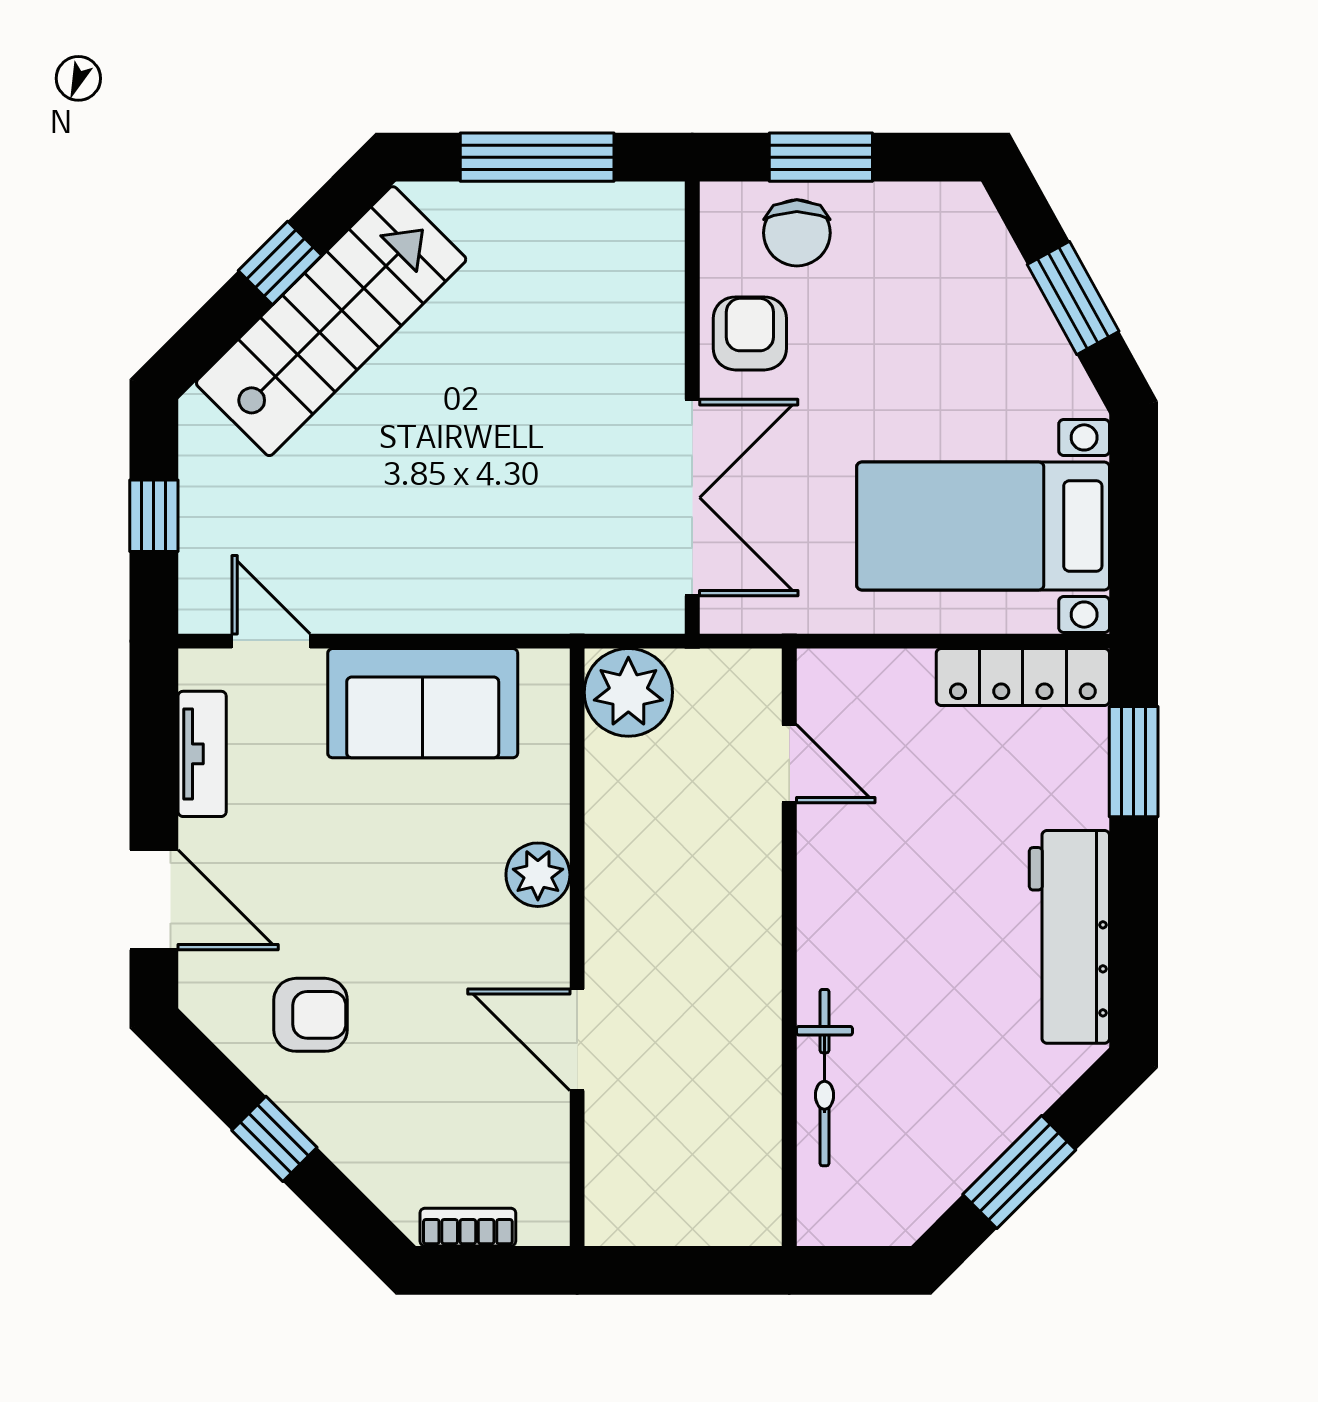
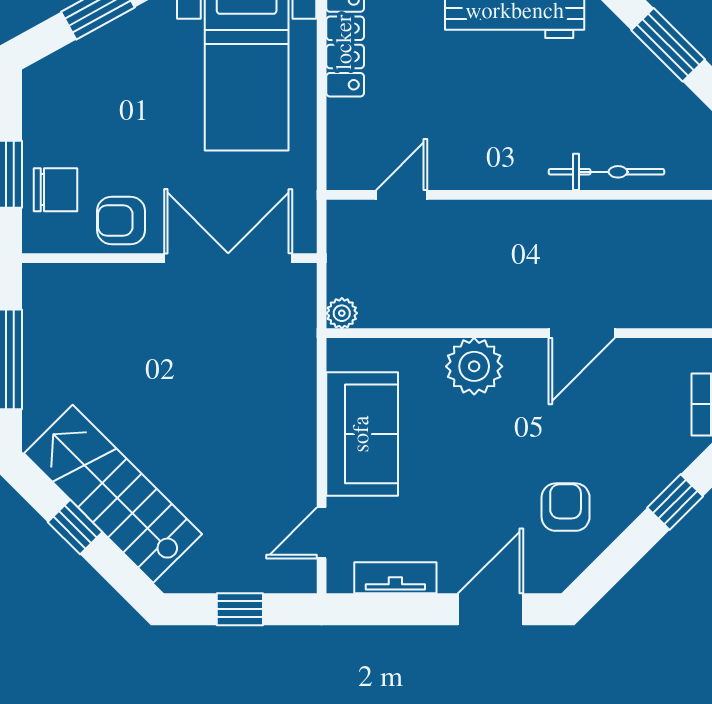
plant: (628, 692) -> (342, 313), width x0.53, depth x0.53
plant: (538, 875) -> (474, 366), width x1.36, depth x1.36
window: (274, 1139) -> (675, 502), moved

